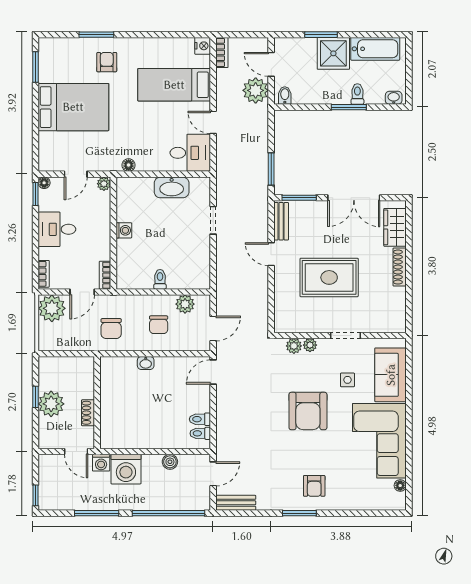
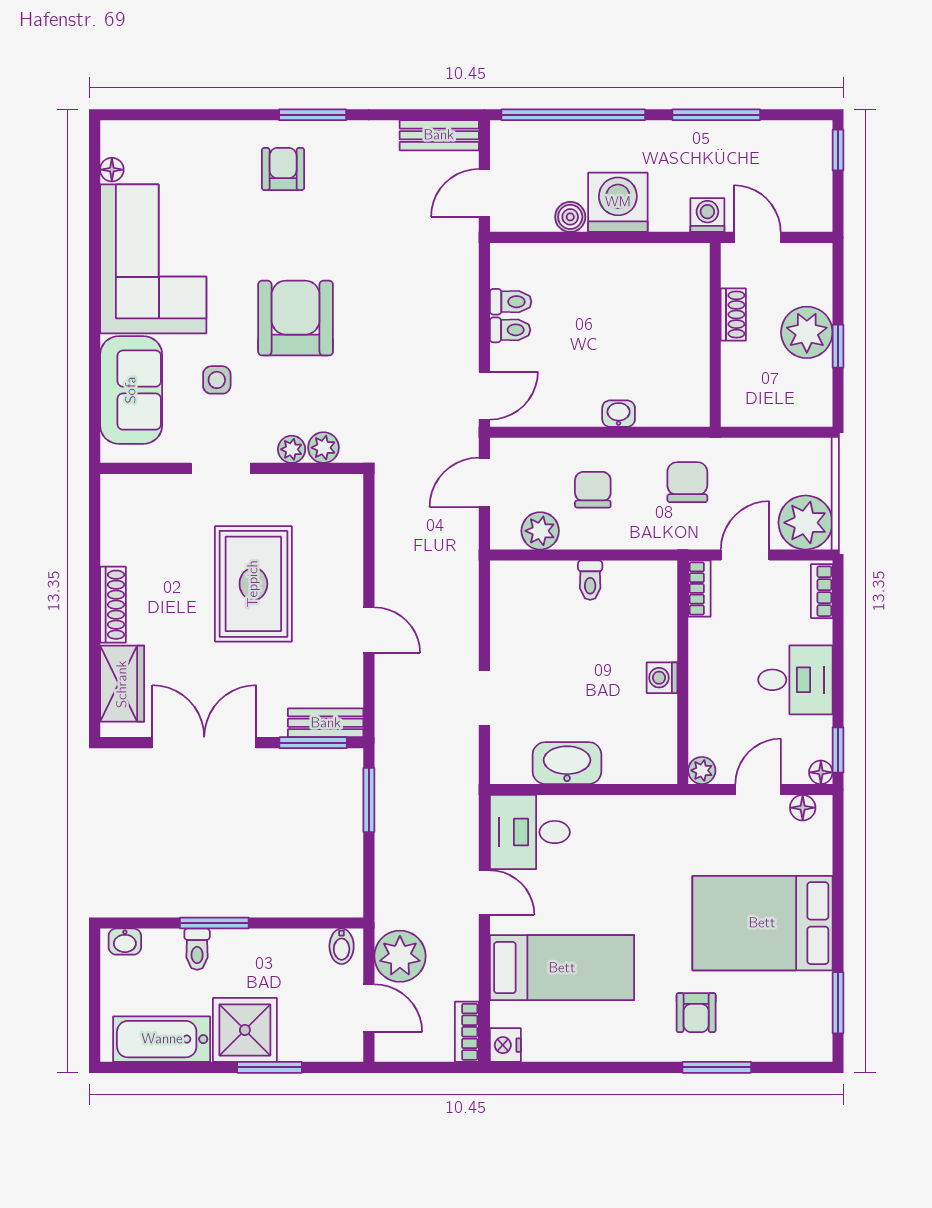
floor lamp: (129, 165) -> (803, 808), moved
bench: (281, 221) -> (326, 723), moved, turned 90
rug: (329, 277) -> (253, 584), turned 90
toilet: (200, 433) -> (510, 330), moved
washing machine: (126, 469) -> (618, 202), moved

